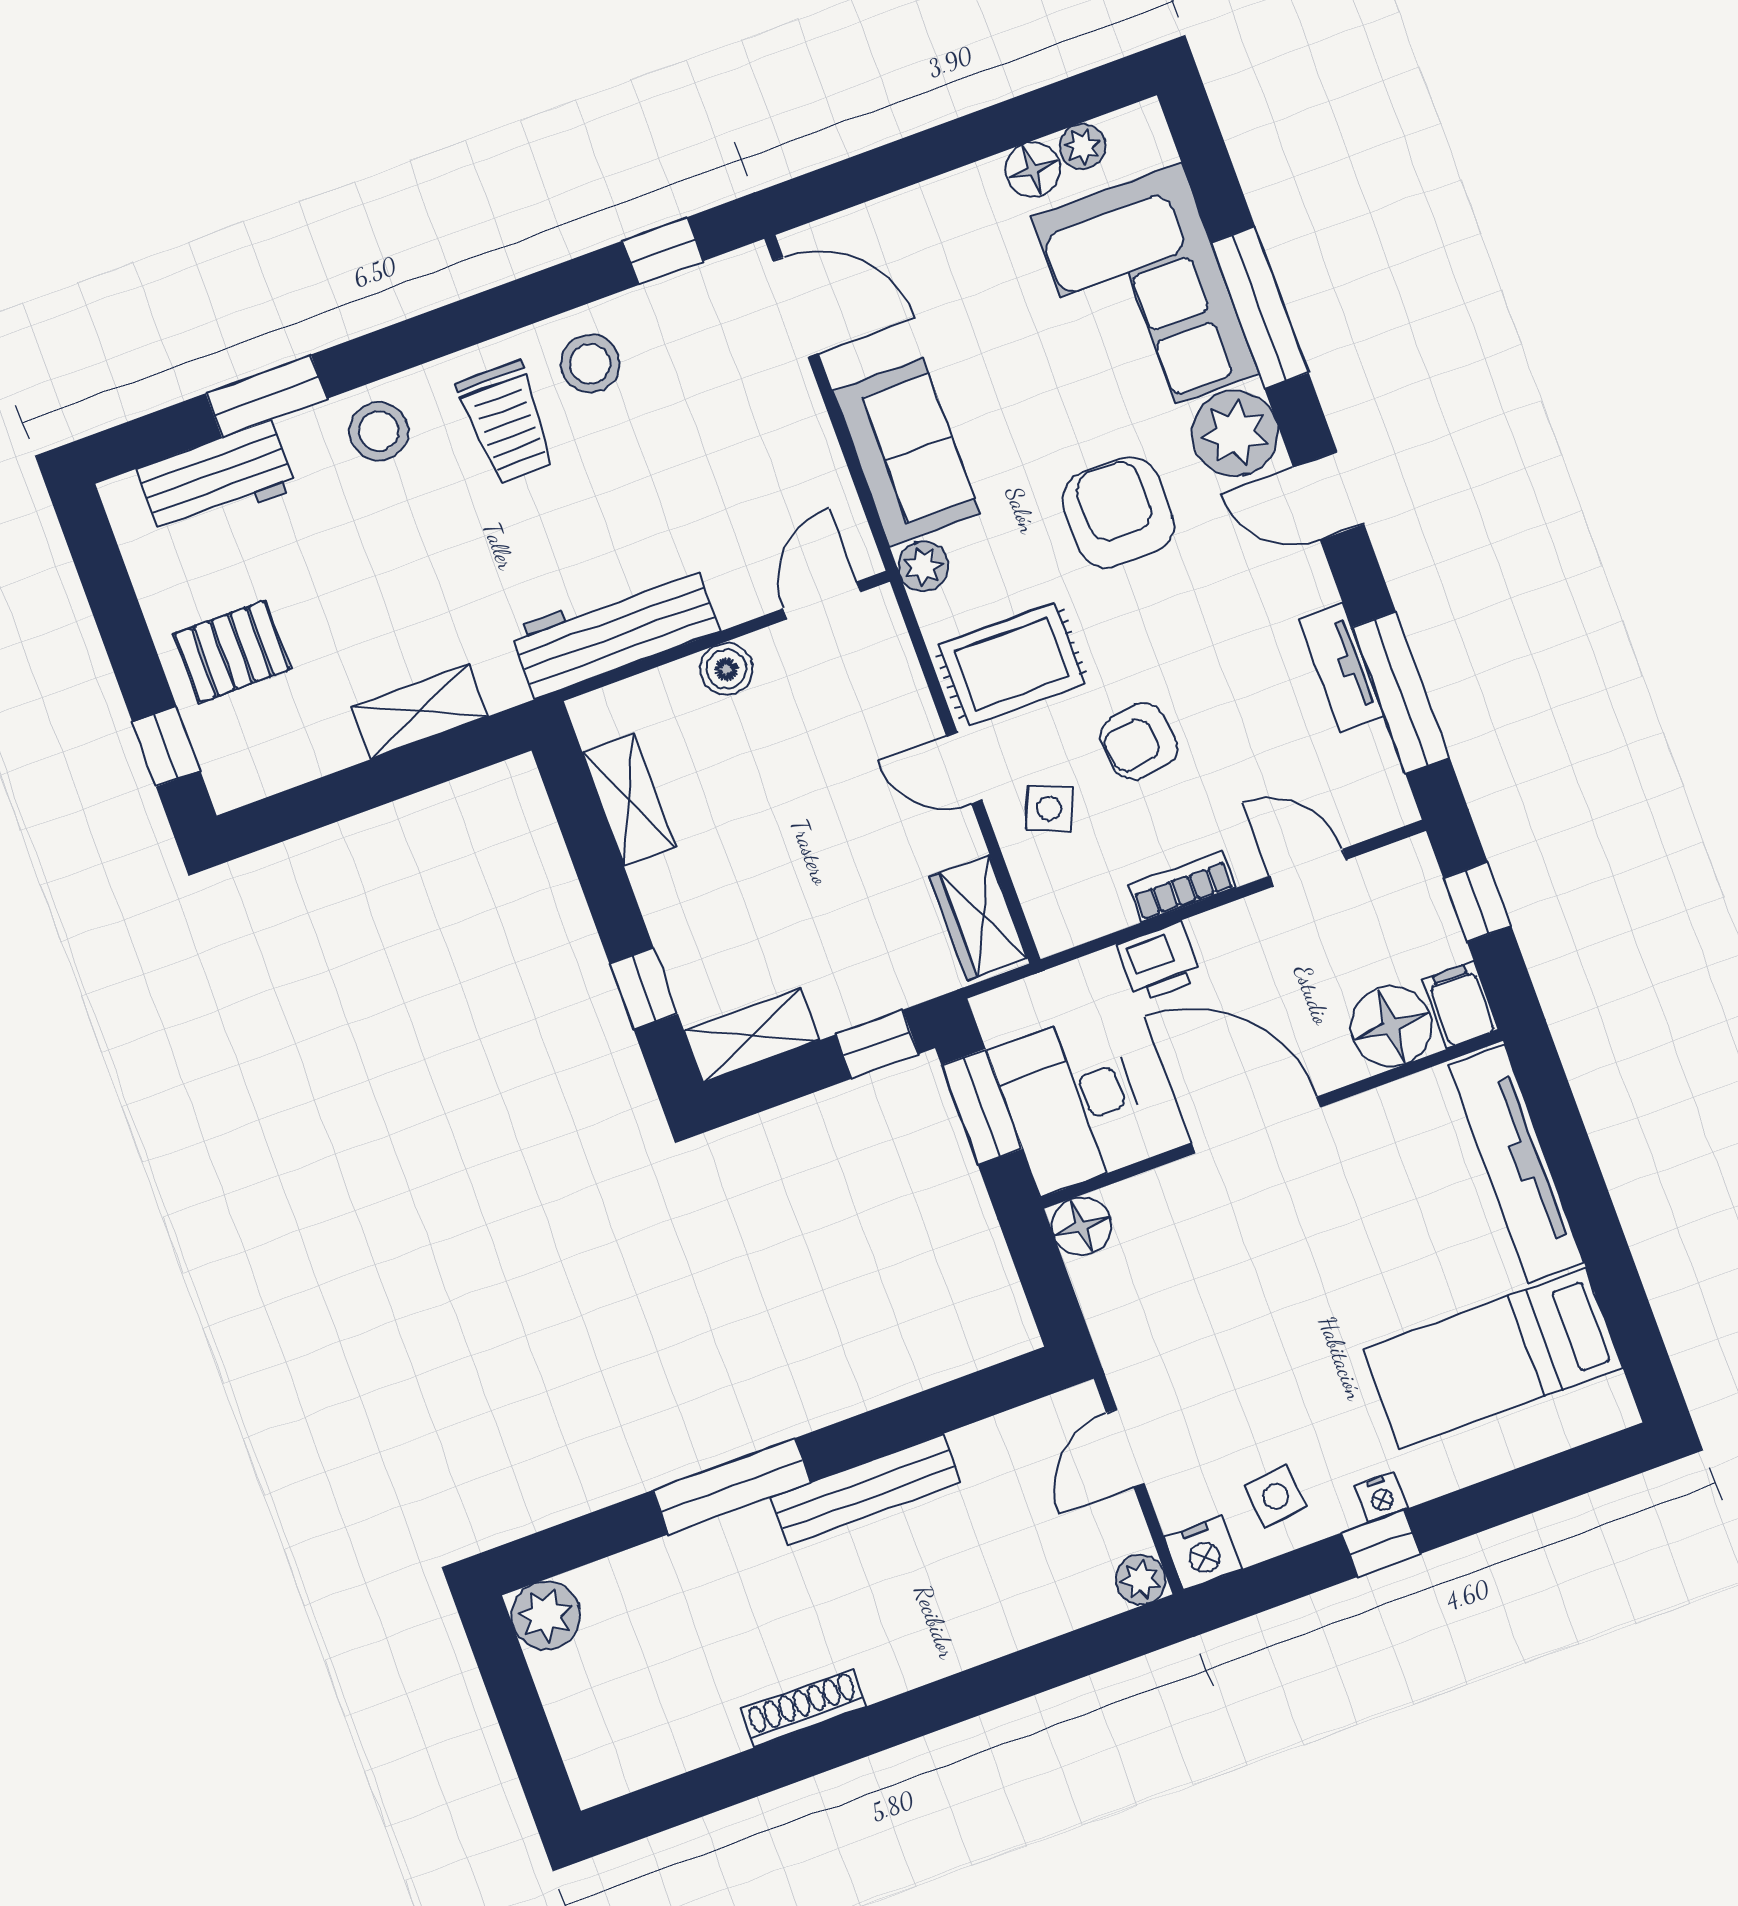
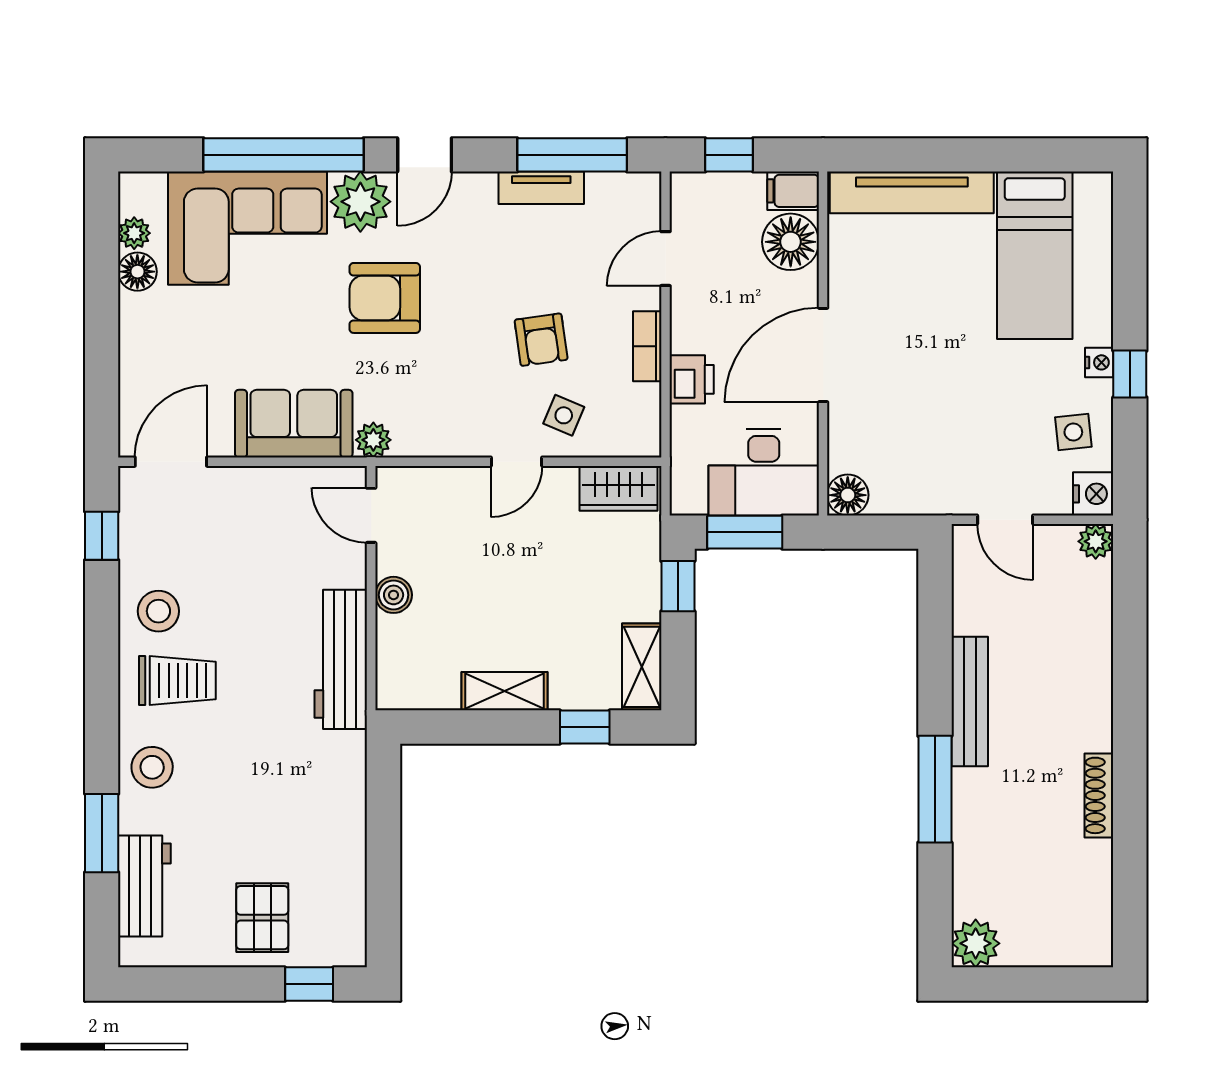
window: (1260, 308) -> (283, 155), width x1.46
rug: (1011, 664) -> (459, 405), removed
shelving: (420, 711) -> (347, 808), removed
shelving: (629, 800) -> (504, 691), moved

